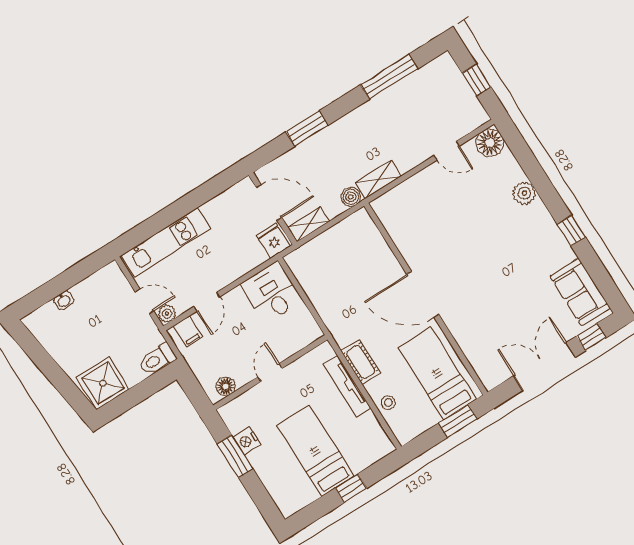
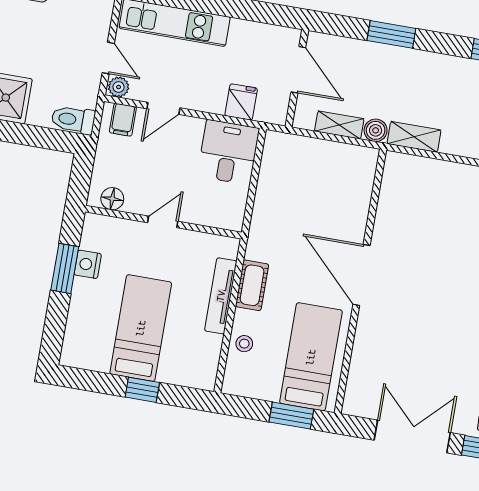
shelving: (309, 224) -> (339, 125), moved
fridge: (273, 241) -> (241, 102), moved

